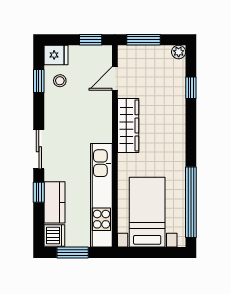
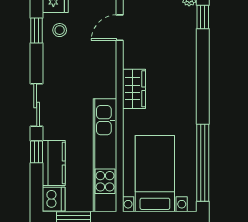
window: (191, 88) -> (203, 17), moved
wardrobe: (128, 125) -> (134, 89), width x0.67

